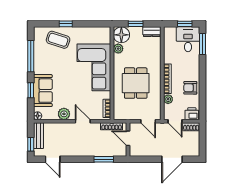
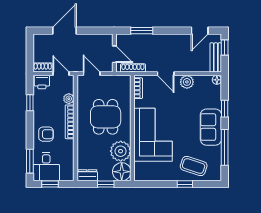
plant: (118, 49) -> (121, 151), width x1.88, depth x1.88
armchair: (190, 88) -> (46, 134), moved
sofa: (43, 91) -> (211, 127), moved
window: (202, 96) -> (30, 103), added
door: (53, 159) -> (200, 31), swing flipped

